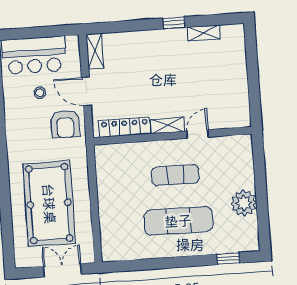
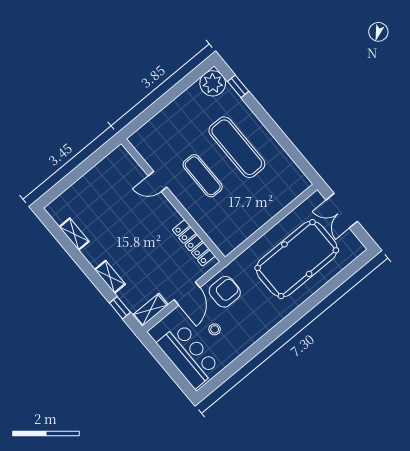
window: (174, 23) -> (120, 308), moved
shelving: (168, 125) -> (110, 277), moved
plant: (244, 203) -> (213, 83), moved

